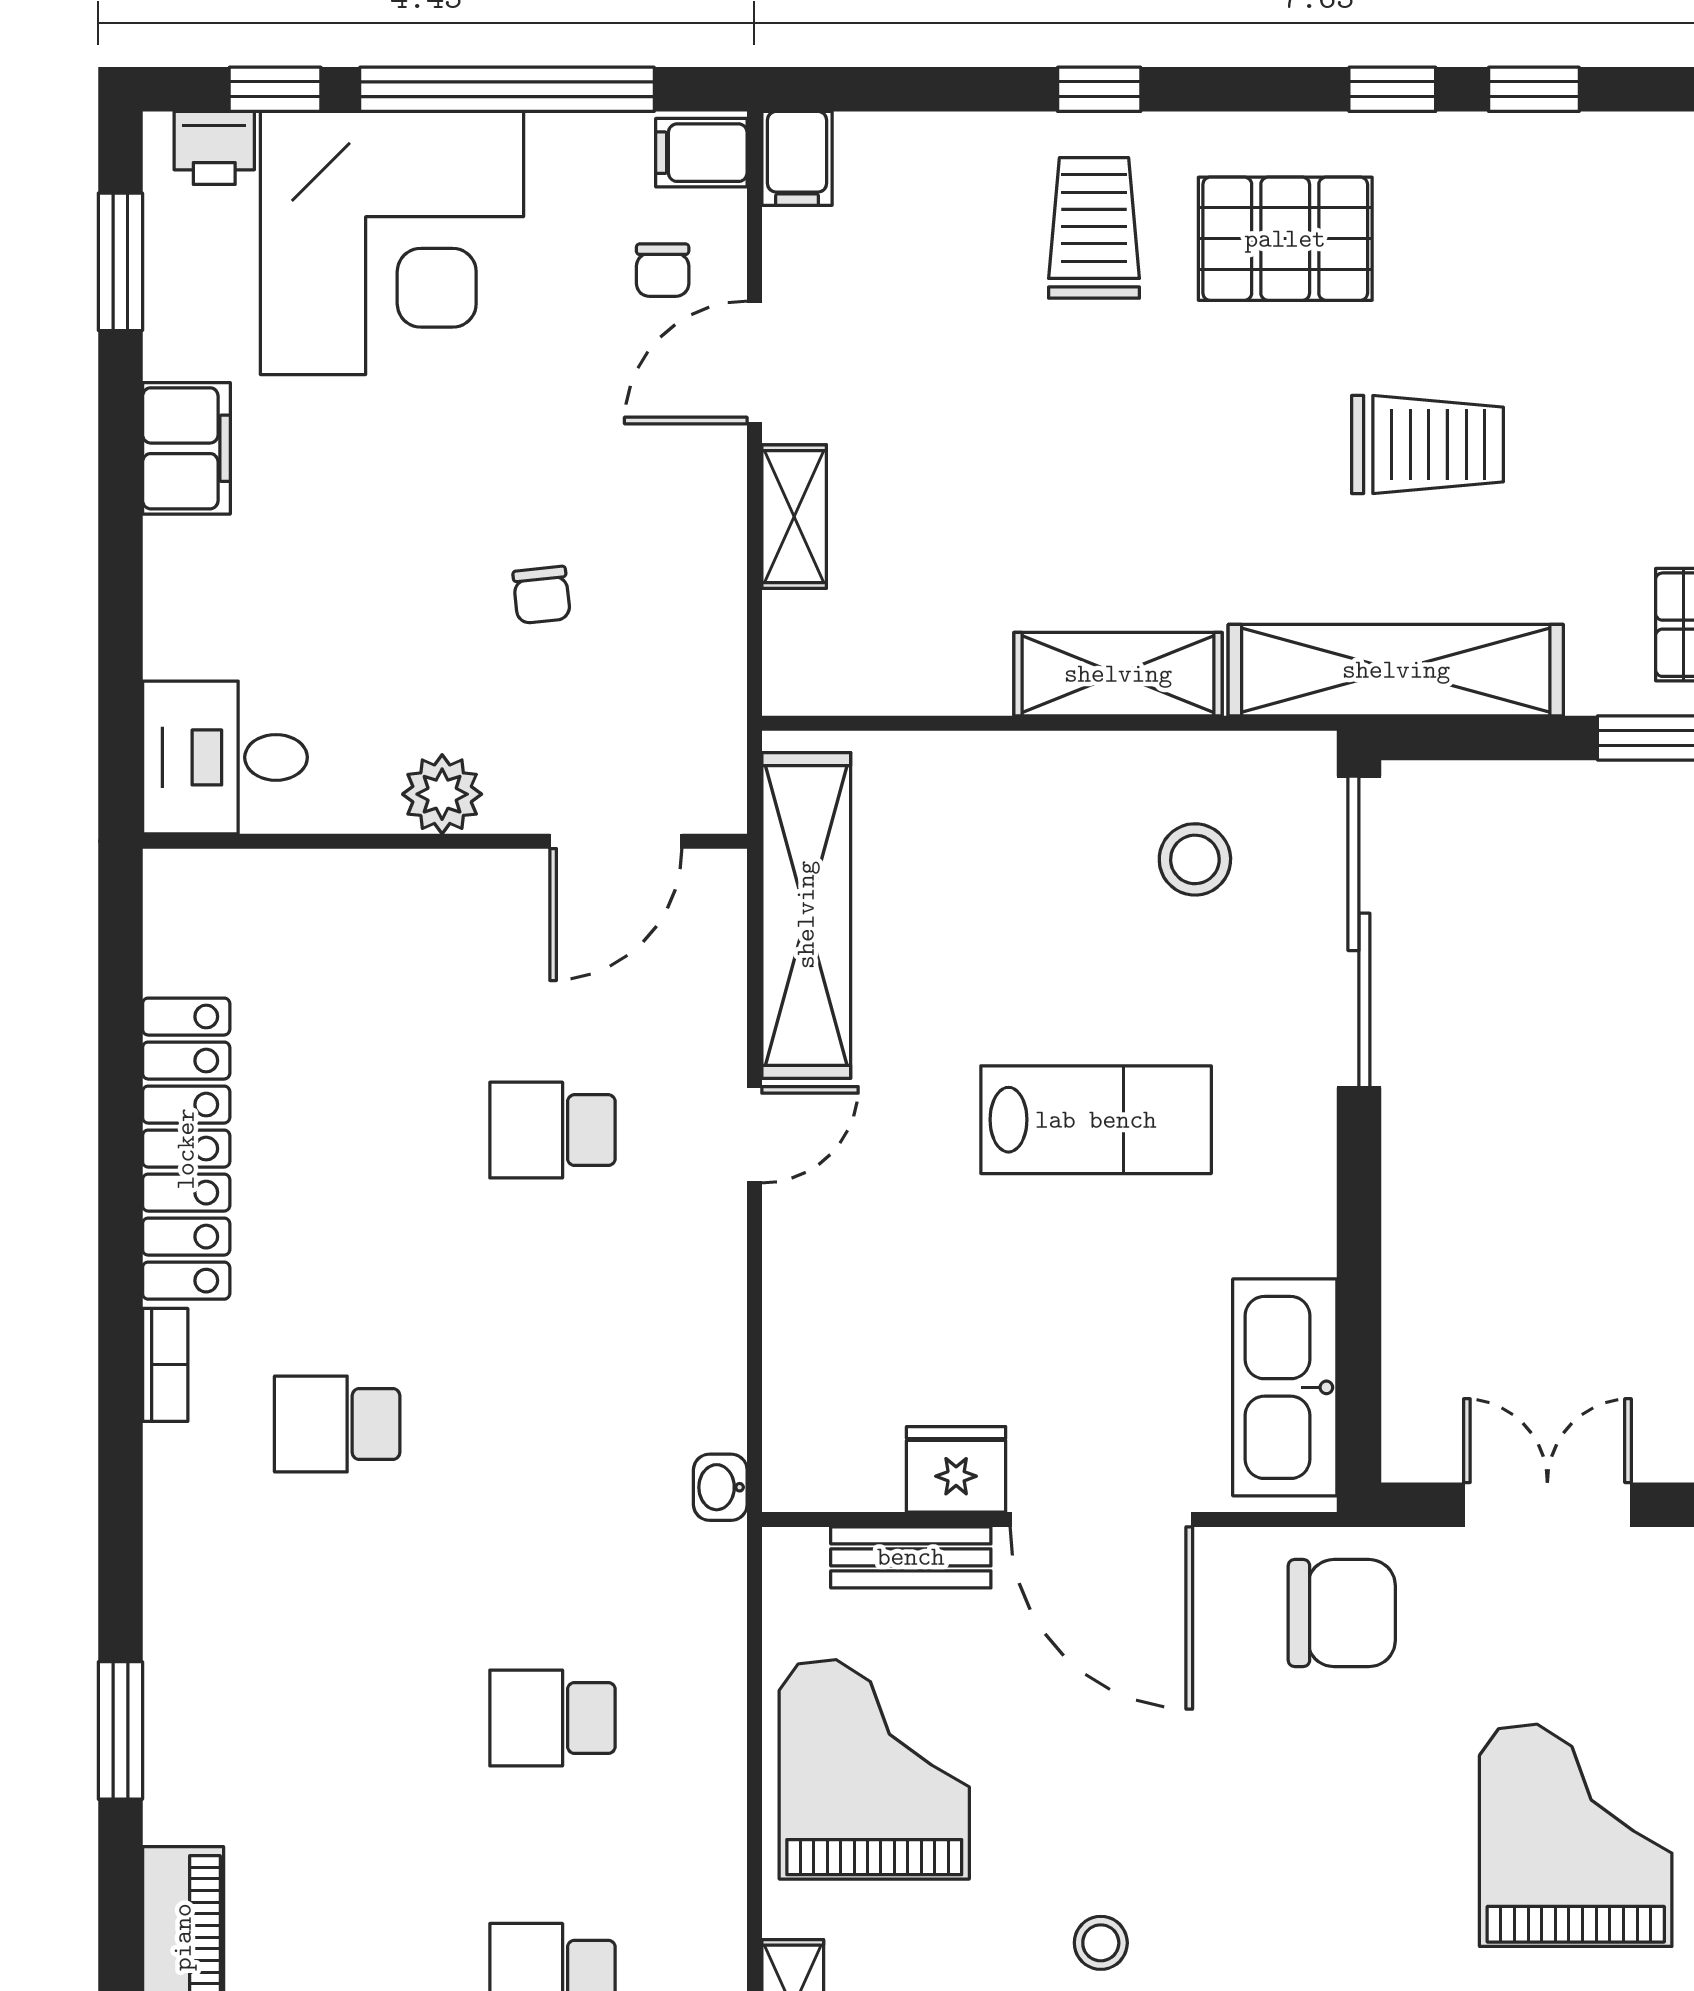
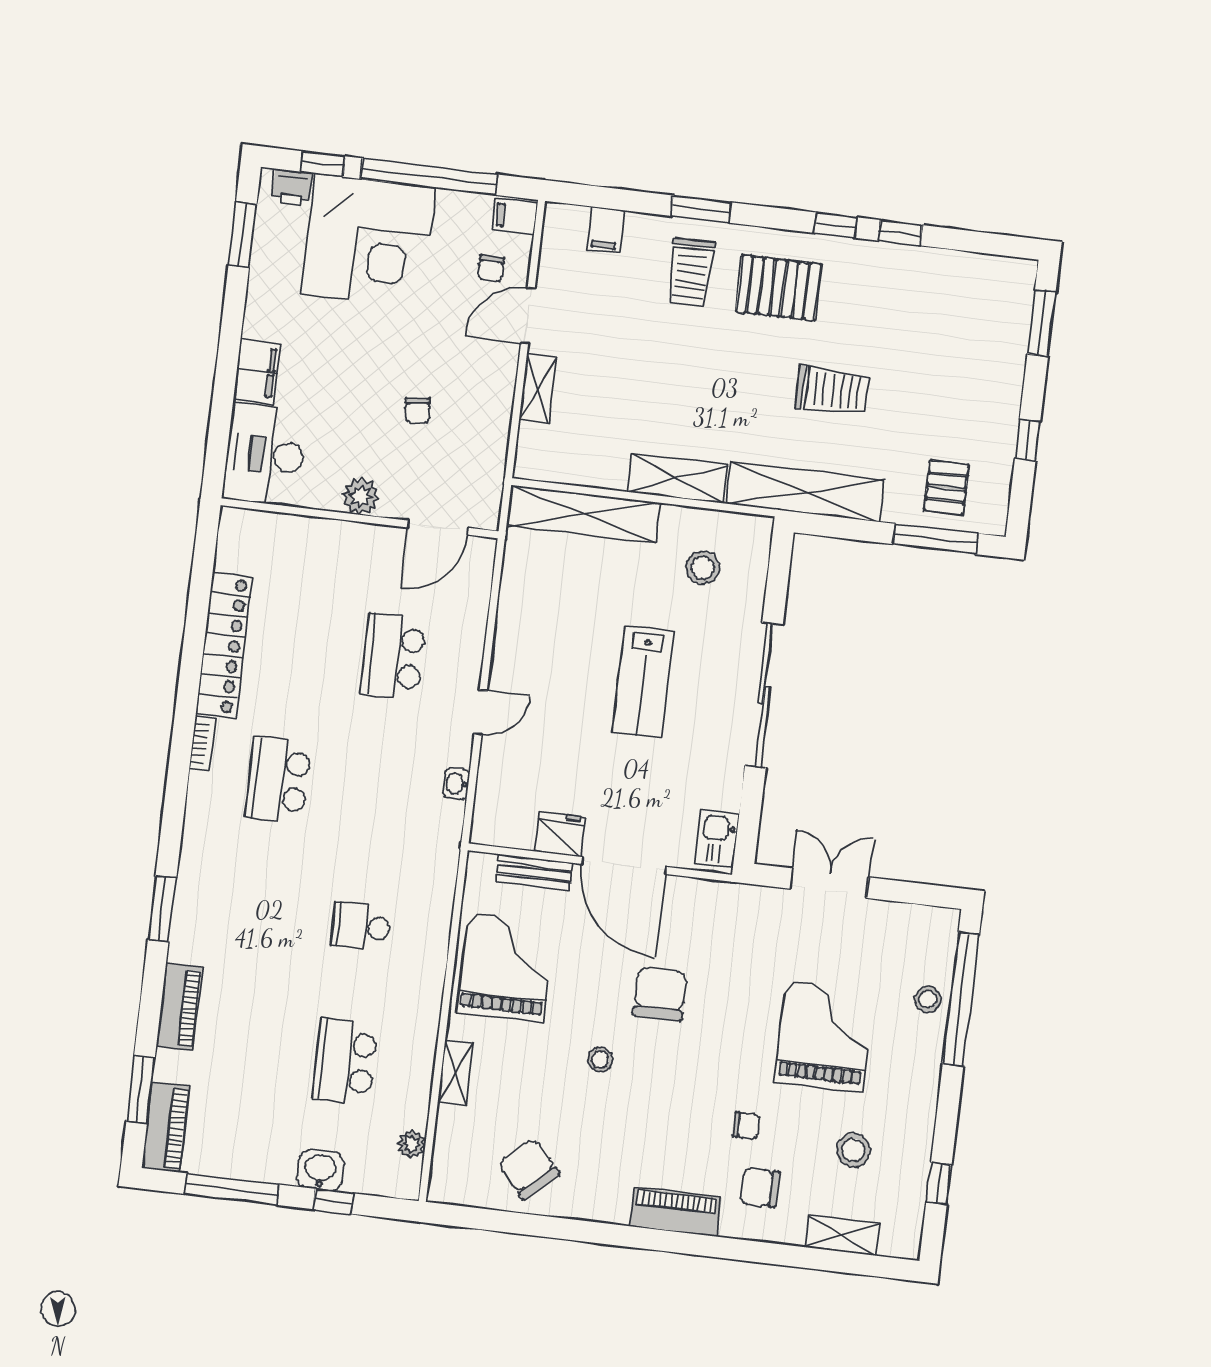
window: (1099, 89) -> (701, 209), width x1.50
filing cabinet: (797, 158) -> (605, 230), moved
trolley: (1094, 228) -> (691, 272), turned 180
filing cabinet: (186, 448) -> (257, 372), moved
desk: (225, 757) -> (265, 455), width x1.37
shelving: (806, 915) -> (583, 514), moved, turned 90
sliding door: (1359, 932) -> (764, 695), moved
lab bench: (1096, 1120) -> (643, 682), turned 90
school desk: (553, 1130) -> (393, 657), width x1.85
door: (754, 1135) -> (481, 712), moved
kitchen sink: (1285, 1387) -> (717, 839), width x0.53, depth x0.81
school desk: (337, 1424) -> (278, 780), width x1.85
washbasin: (720, 1487) -> (456, 784), moved
chair: (1342, 1613) -> (660, 994), moved, turned -90

